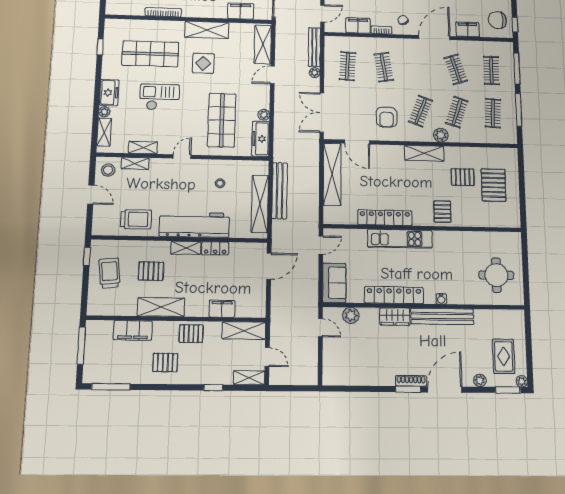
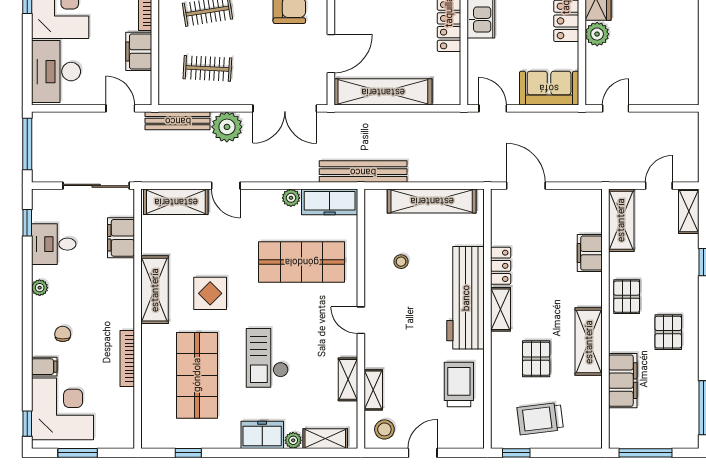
plant: (315, 73) -> (227, 127), width x1.87, depth x1.87
bench: (280, 191) -> (363, 172), moved
plant: (351, 315) -> (597, 34), moved

